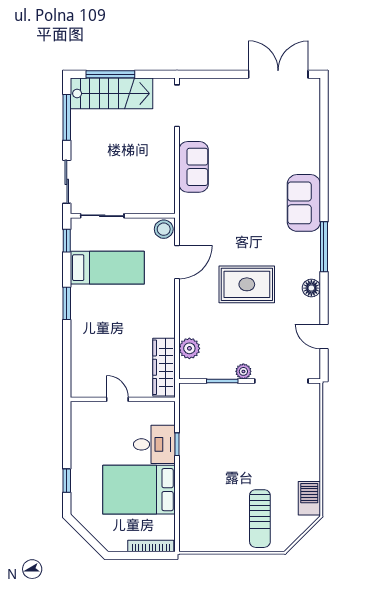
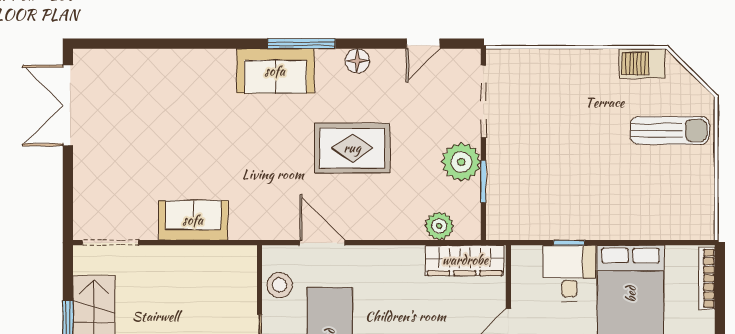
sofa: (304, 203) -> (275, 71), moved
stool: (164, 229) -> (279, 285), moved
rug: (247, 284) -> (352, 148), turned 90
plant: (243, 371) -> (461, 162), width x1.87, depth x1.87

